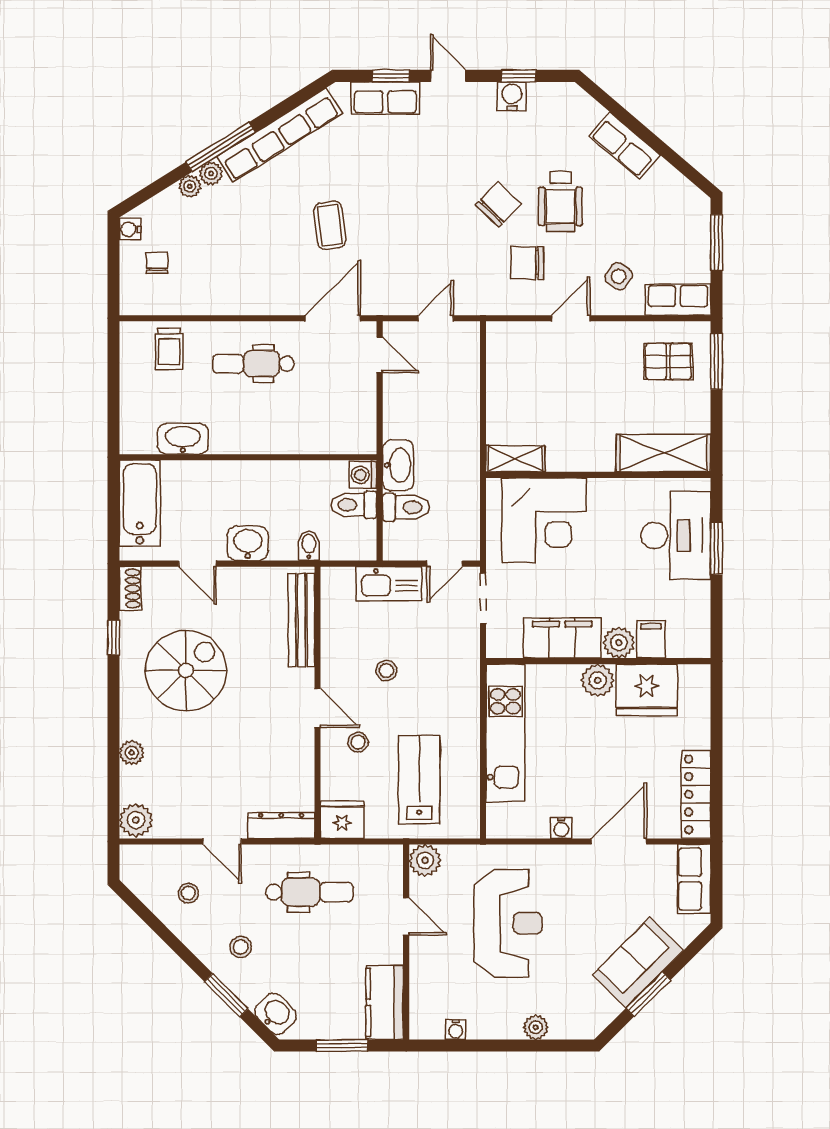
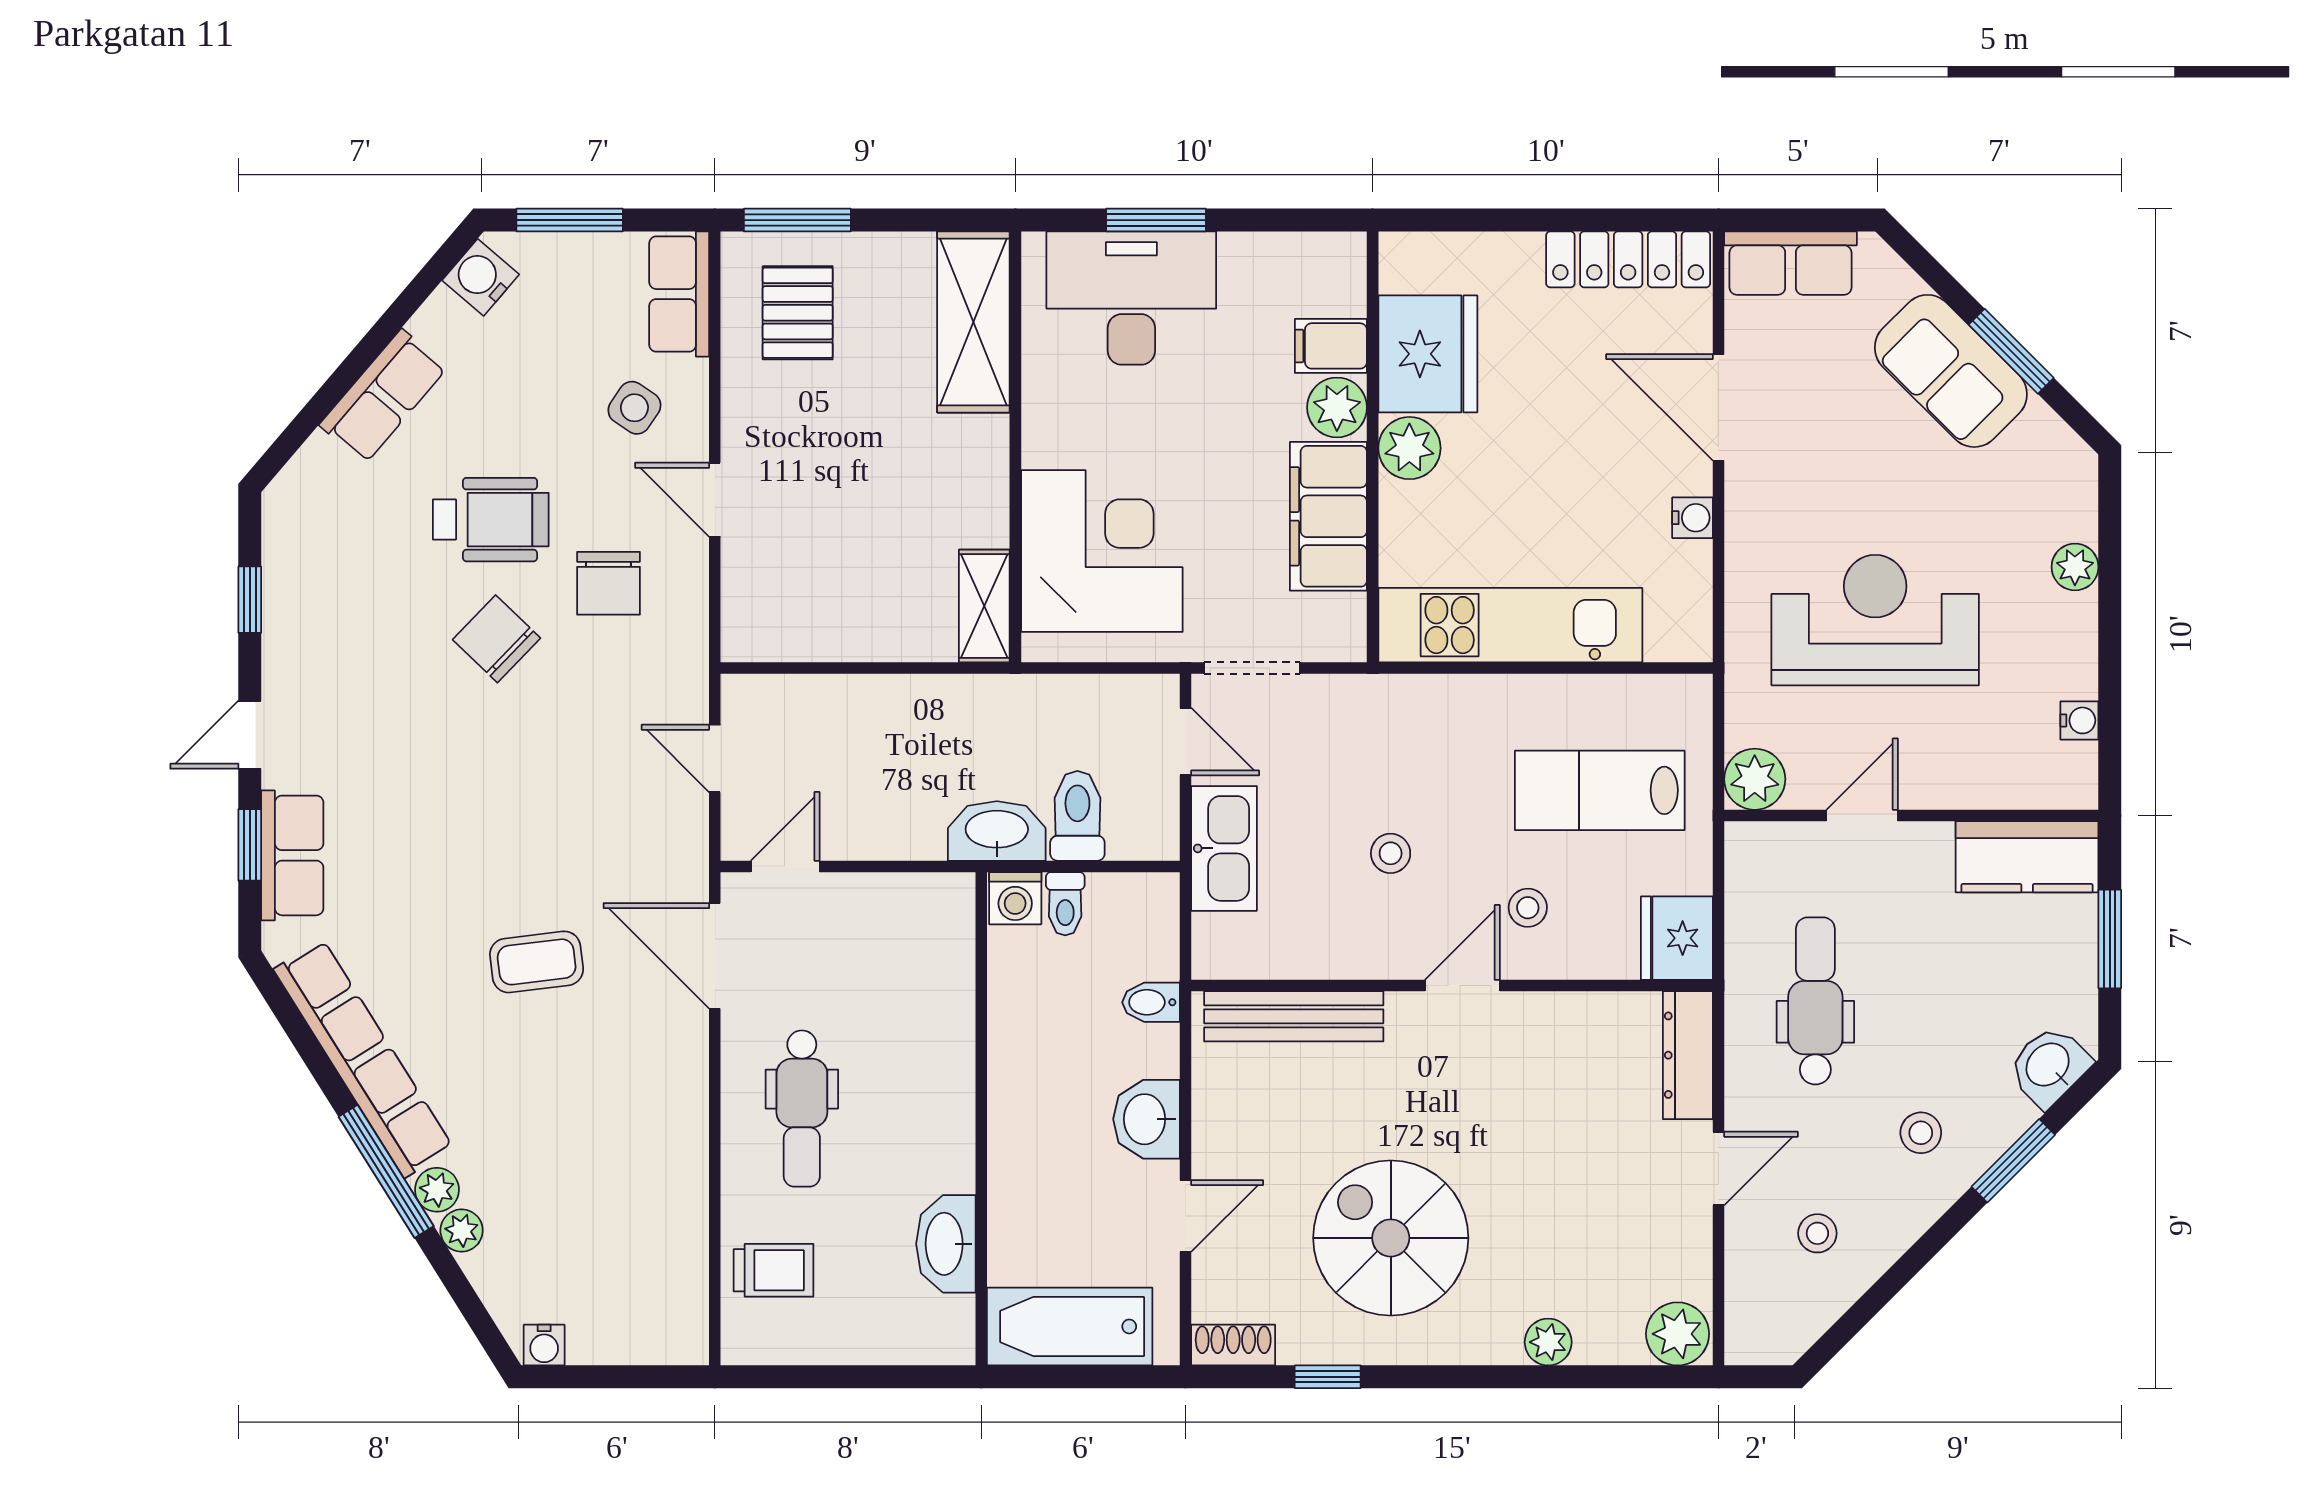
water cooler: (512, 96) -> (481, 277), moved, turned 40
chair: (157, 263) -> (608, 1293), removed
toilet: (354, 505) -> (1065, 904), width x0.73, depth x0.72

